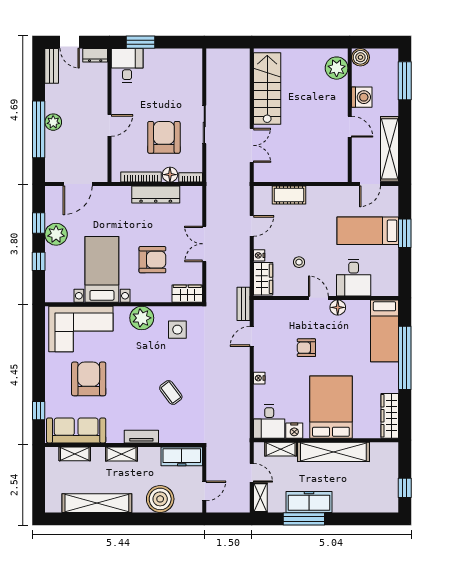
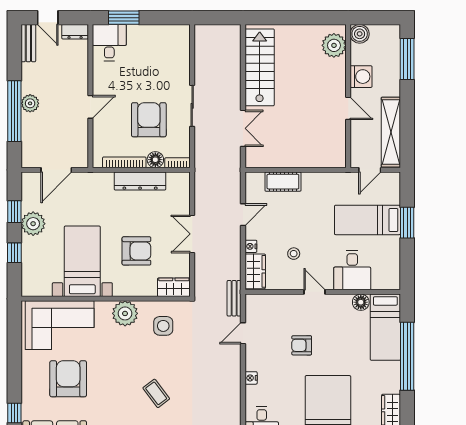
floor lamp: (338, 307) -> (361, 302), moved

